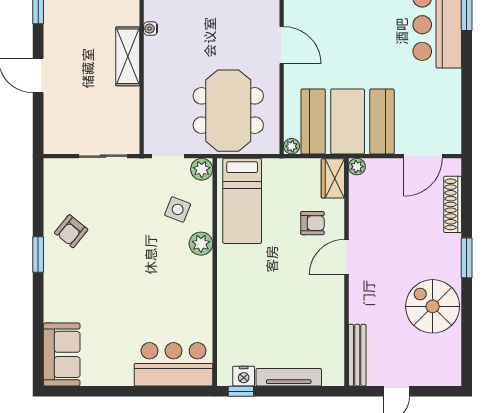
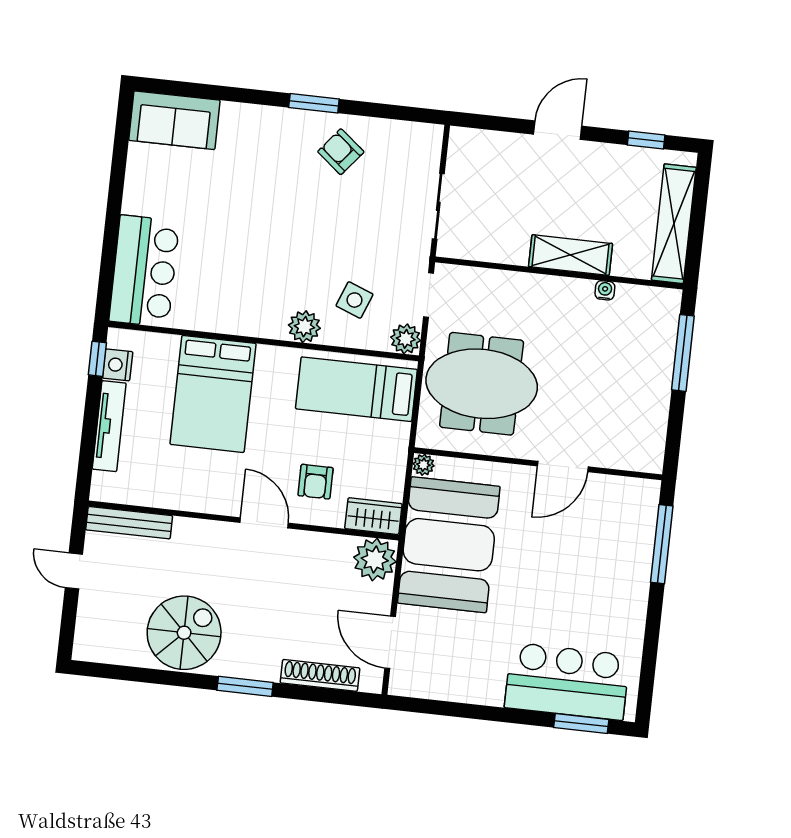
plant: (357, 167) -> (375, 559), width x1.88, depth x1.88
bed: (257, 305) -> (213, 394), added

